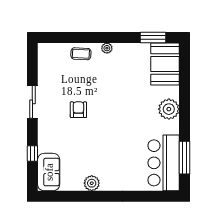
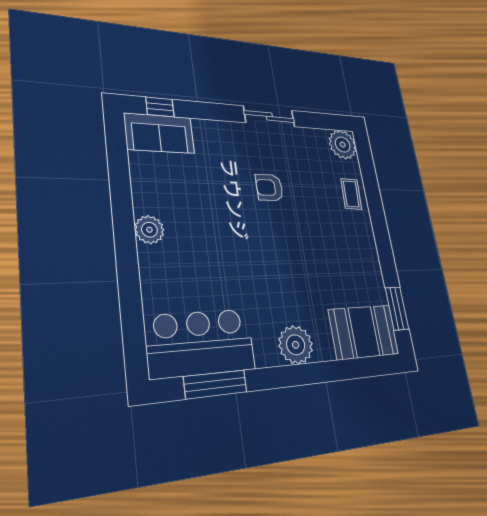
plant: (107, 48) -> (343, 145), moved, width x1.87, depth x1.87
armchair: (78, 110) -> (269, 187), turned 180
window: (32, 154) -> (160, 107), moved
plant: (92, 183) -> (149, 230), moved

